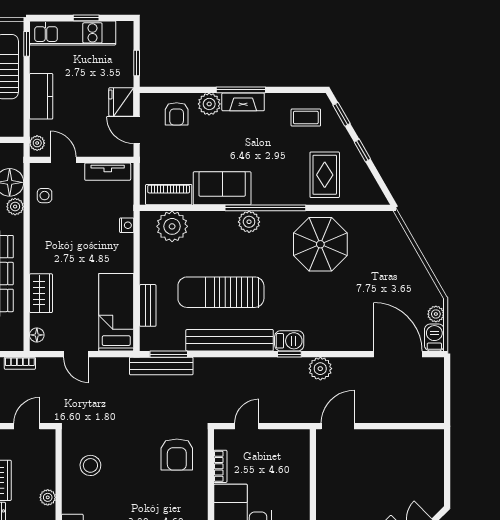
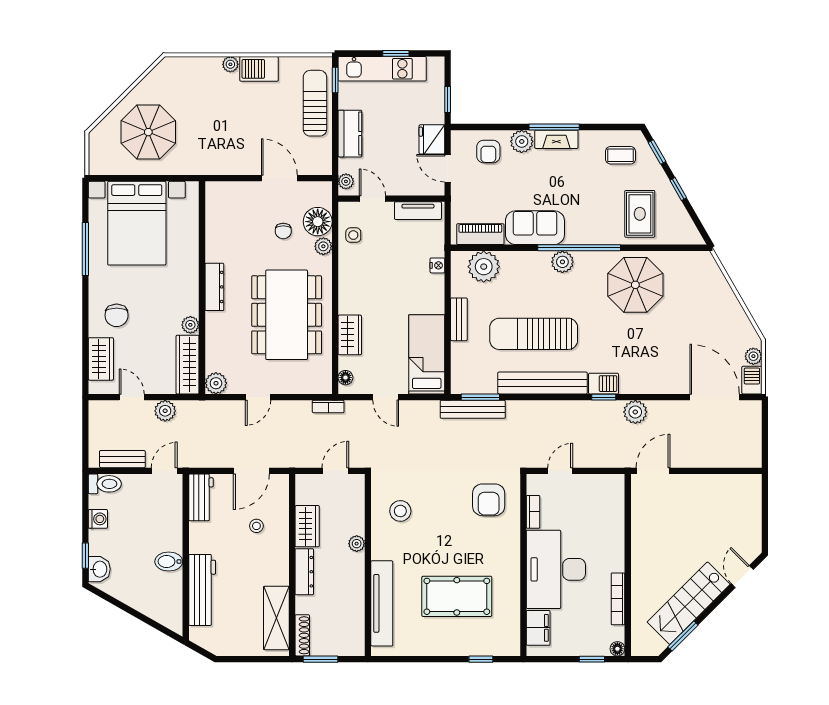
bench: (148, 305) -> (459, 319), moved

